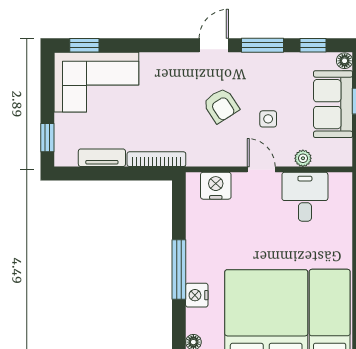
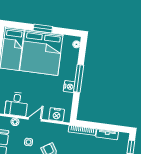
door: (261, 169) -> (35, 119), swing flipped
nightstand: (197, 295) -> (69, 87), moved

